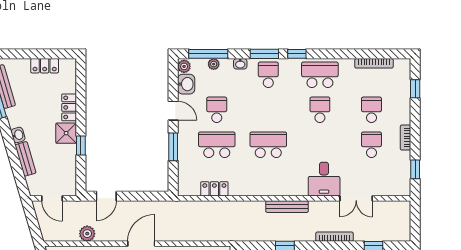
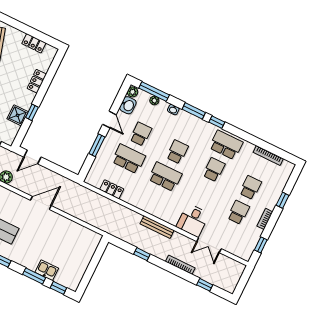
school desk: (268, 75) -> (177, 152), moved
window: (415, 89) -> (283, 200), moved
shower: (66, 133) -> (18, 115), moved

